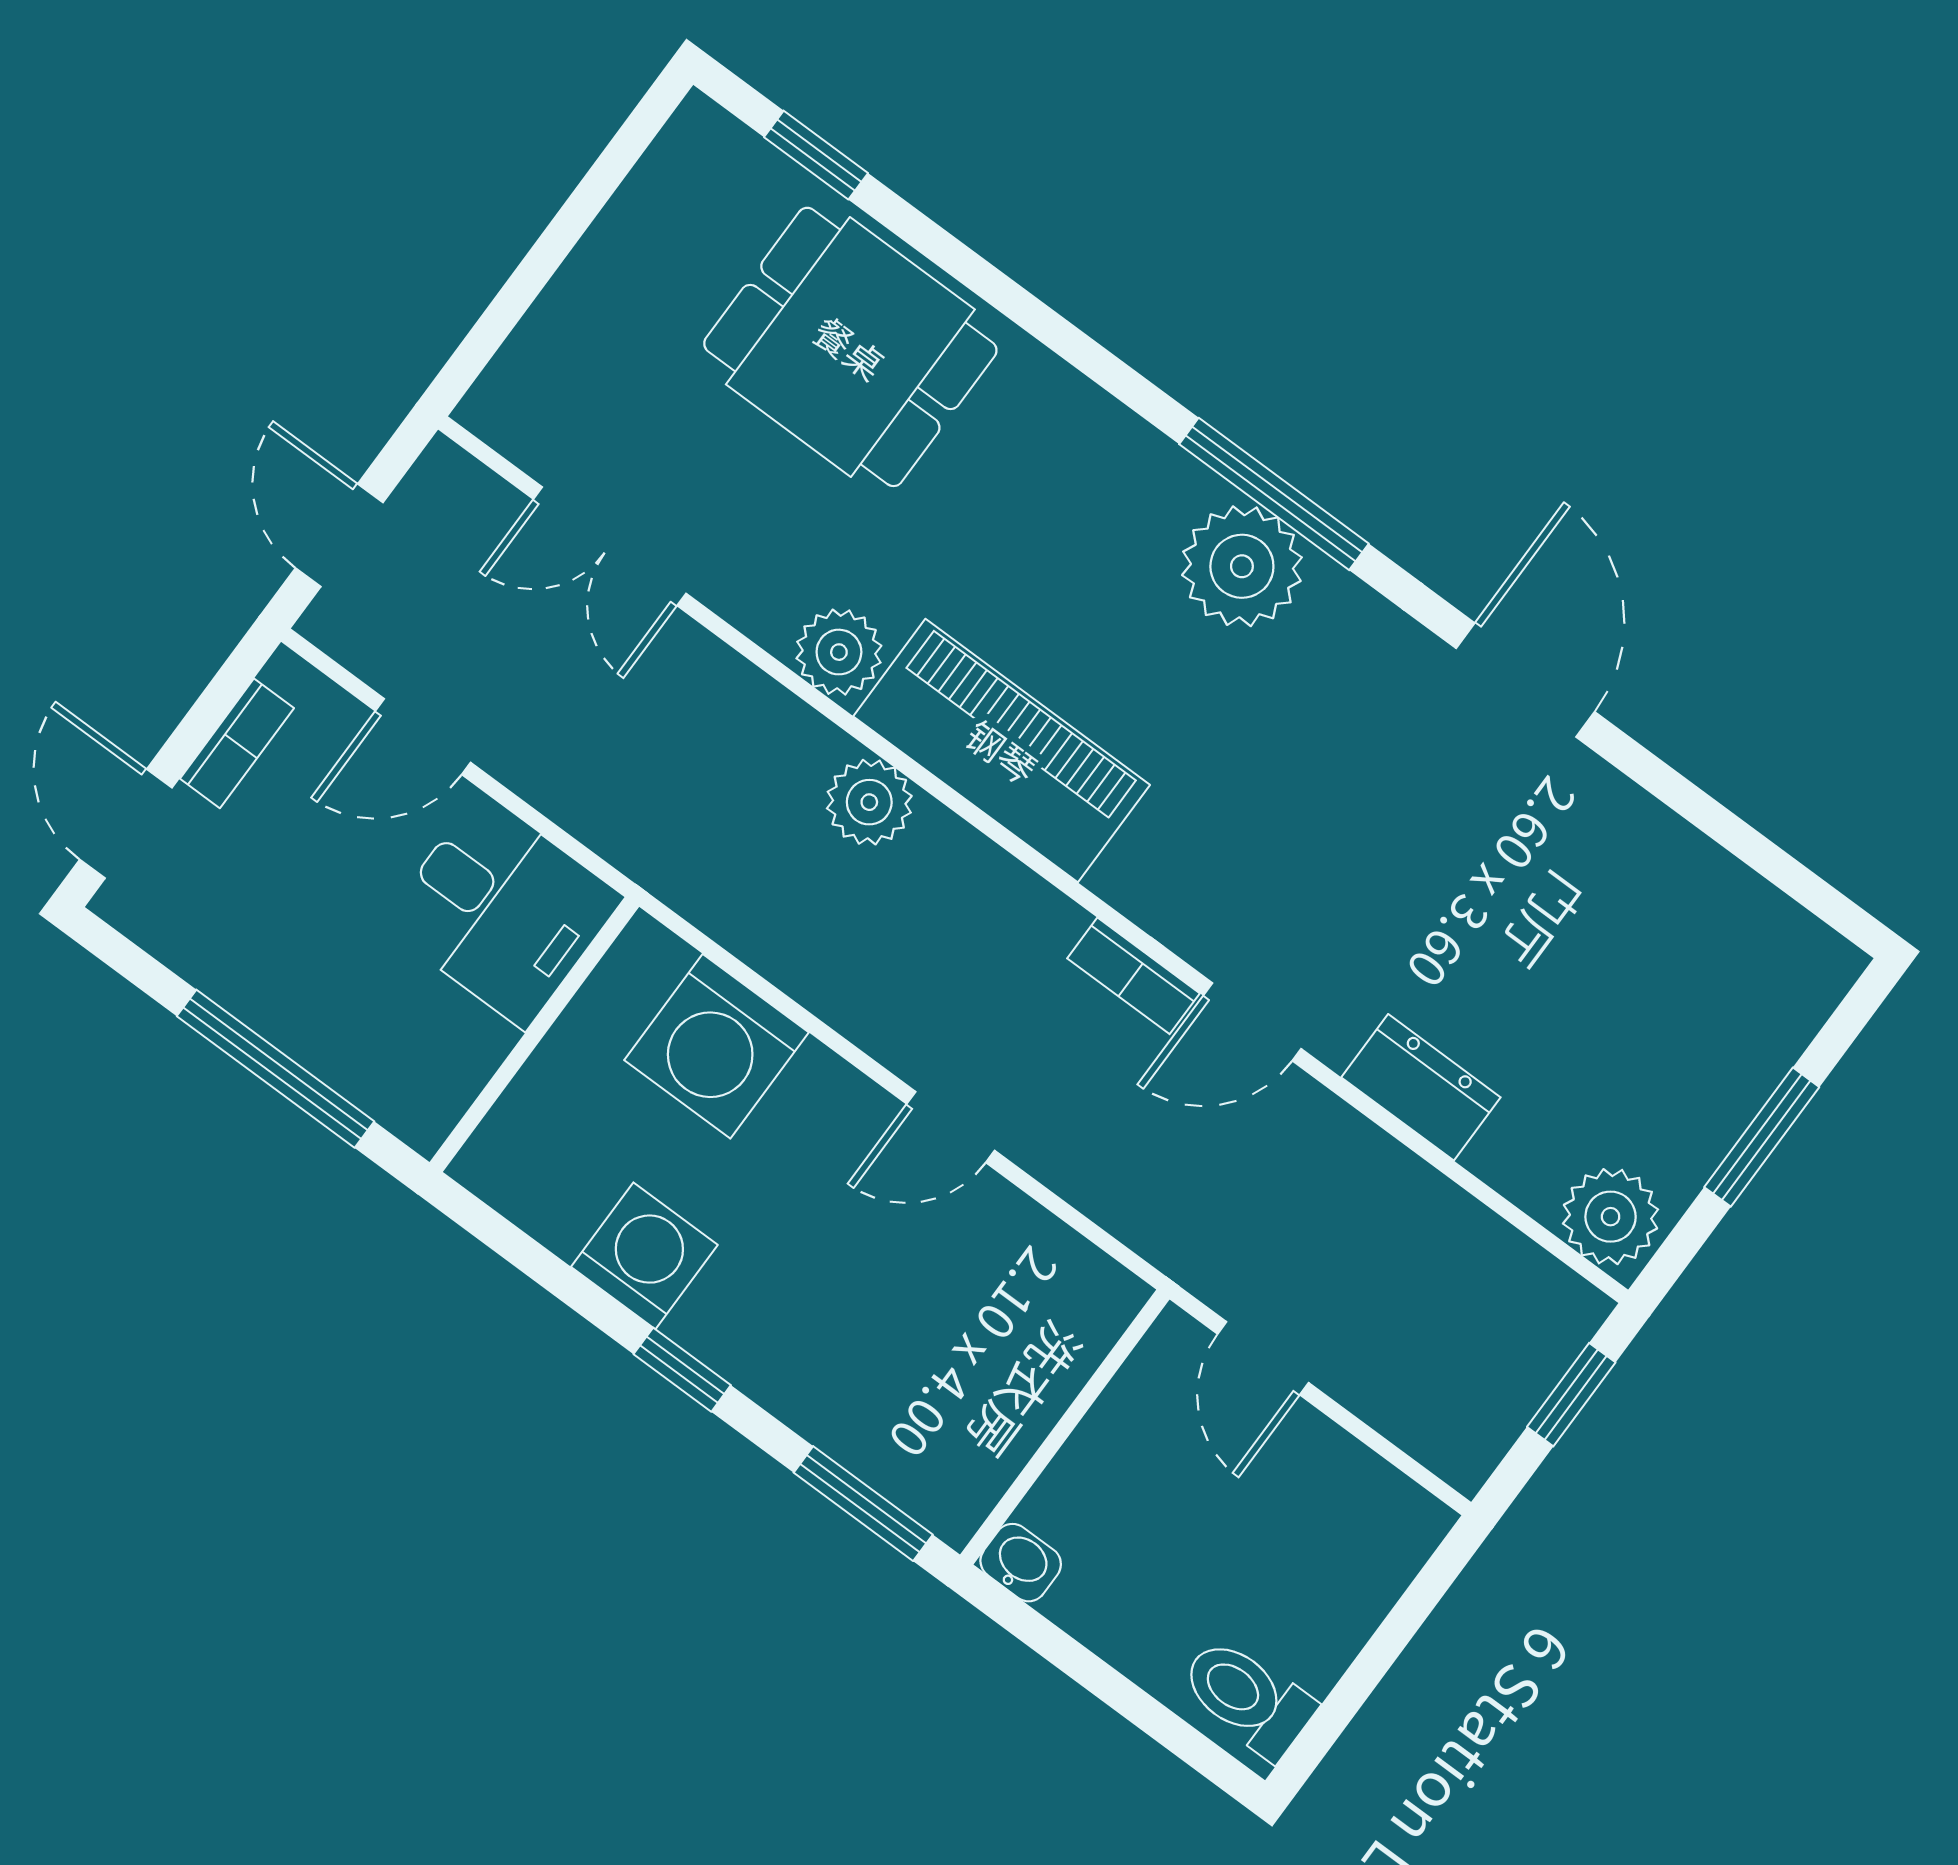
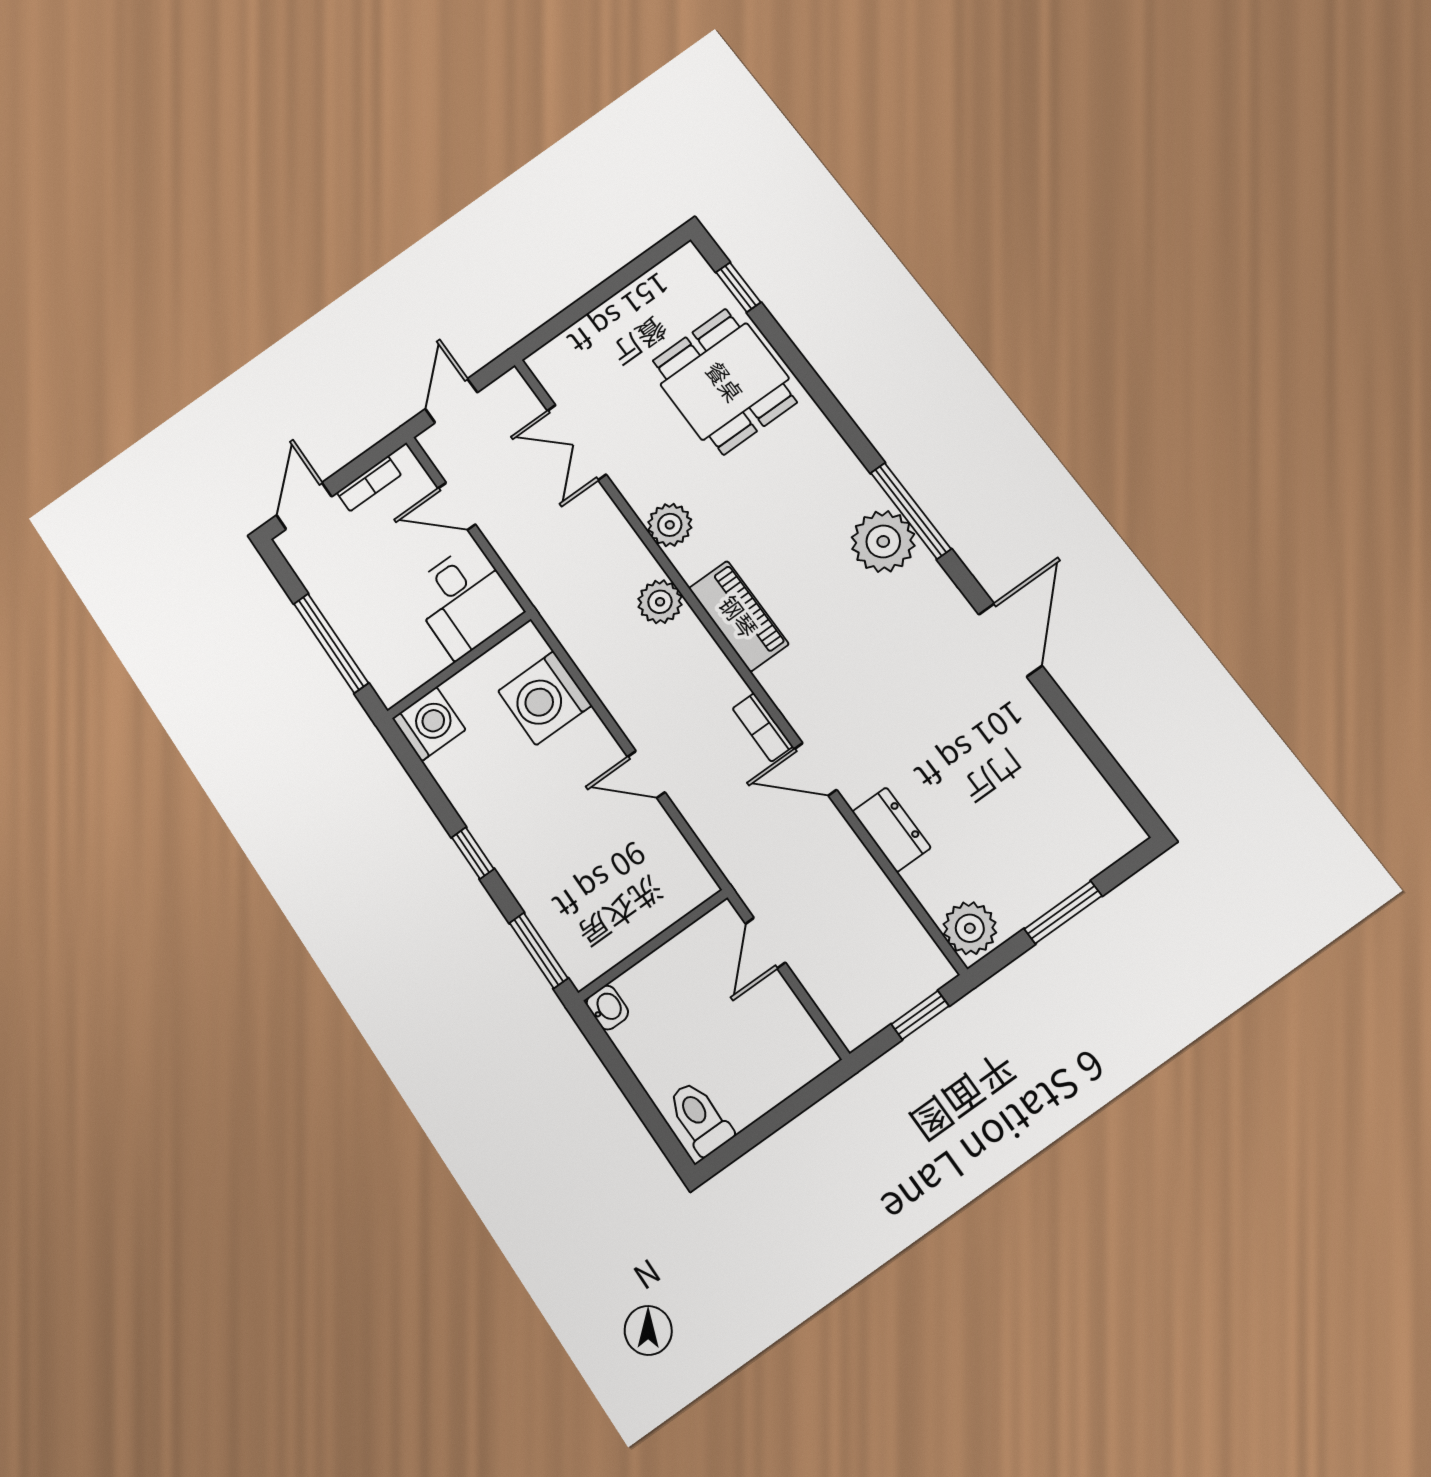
piano: (1002, 751) -> (739, 616), width x0.73, depth x0.75
washing machine: (644, 1256) -> (429, 724), moved

